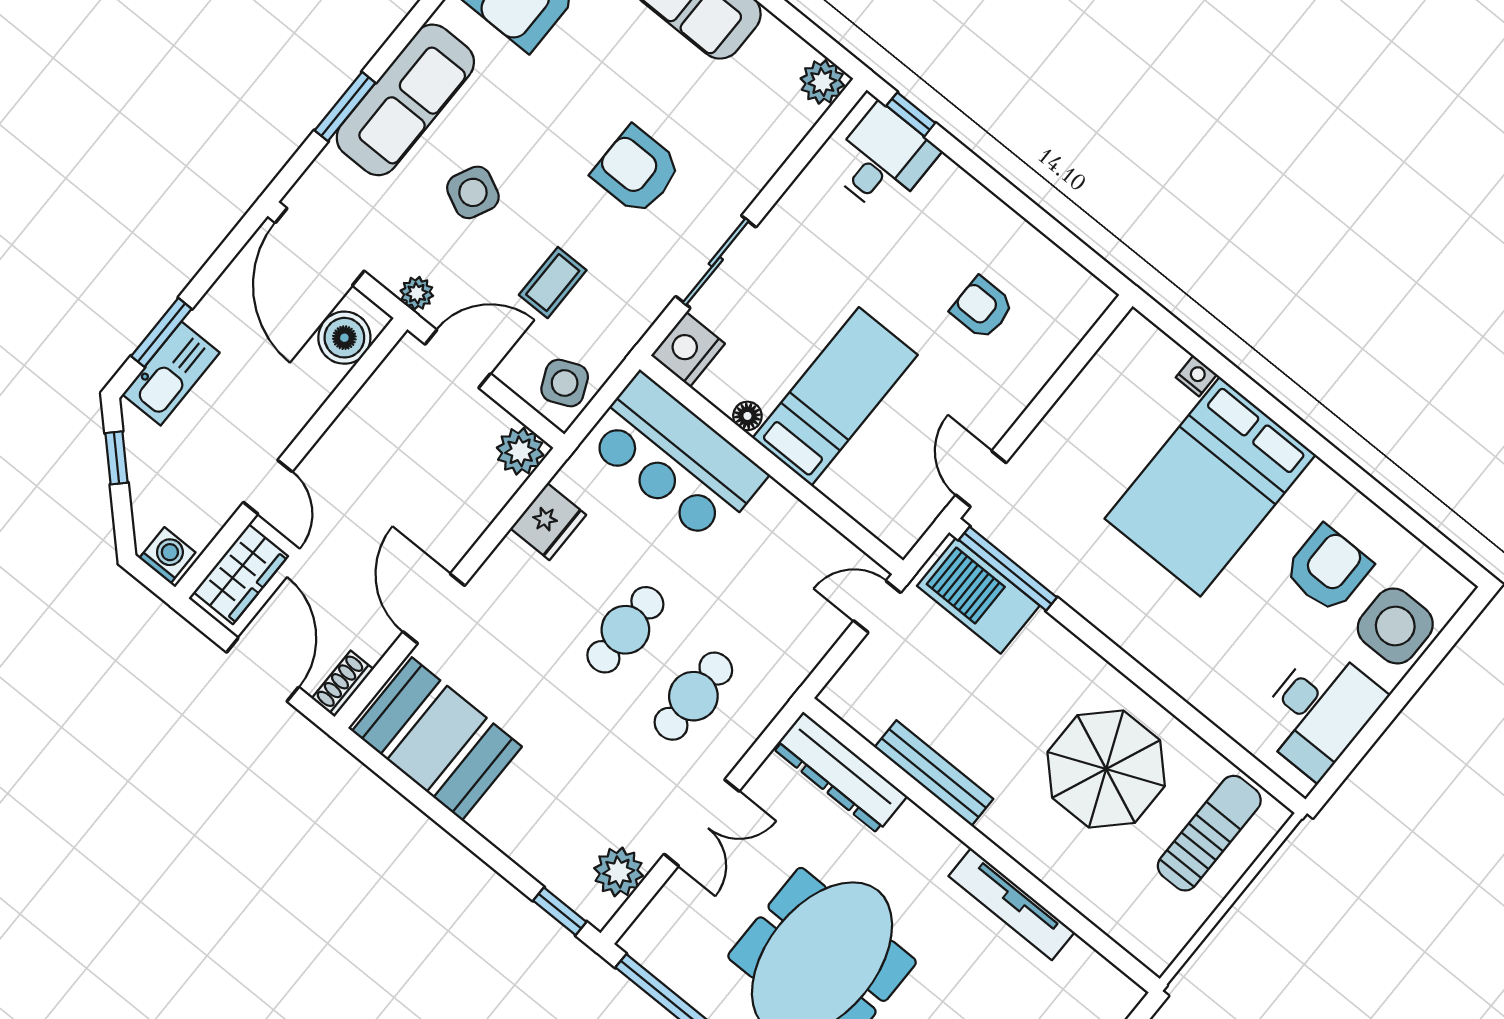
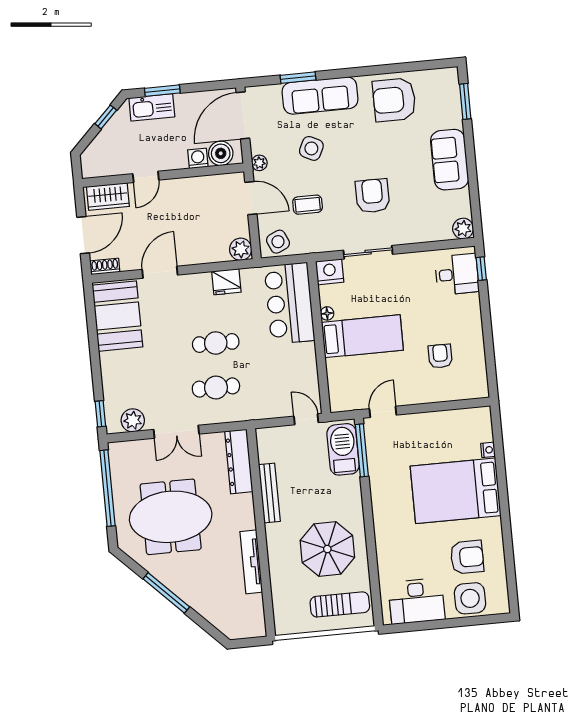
washing machine: (167, 555) -> (198, 158), moved, turned -90

